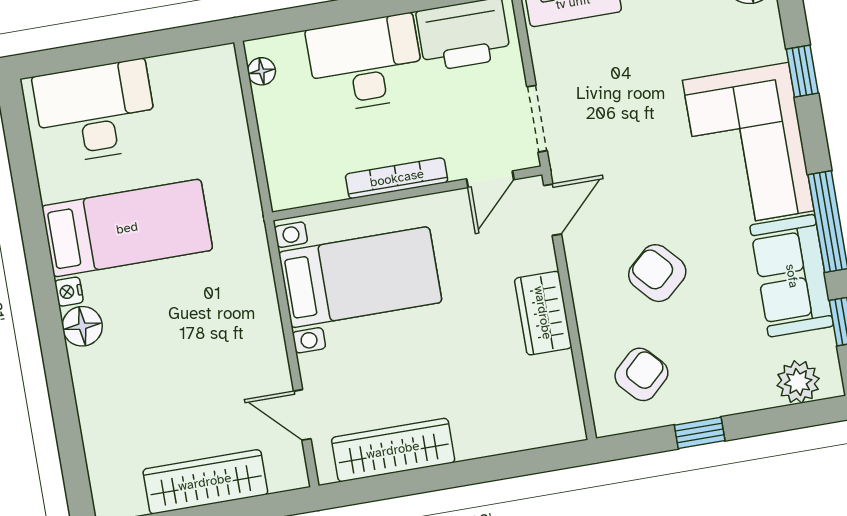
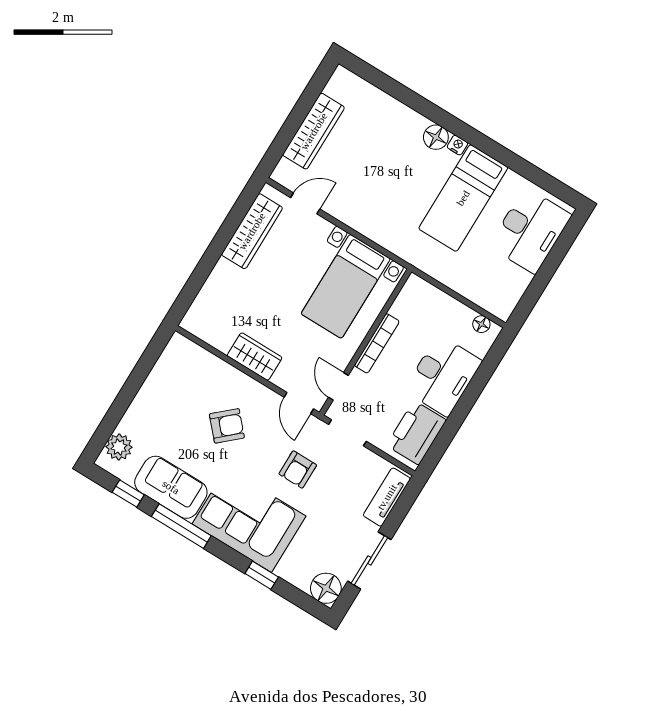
armchair: (641, 374) -> (298, 469), moved, turned 43
window: (700, 433) -> (135, 381), removed

